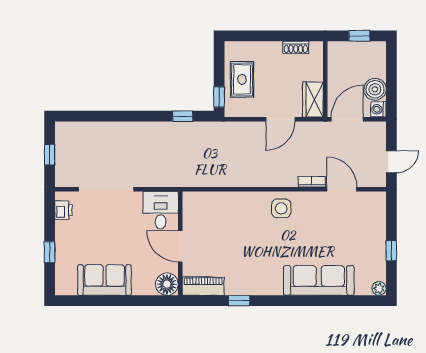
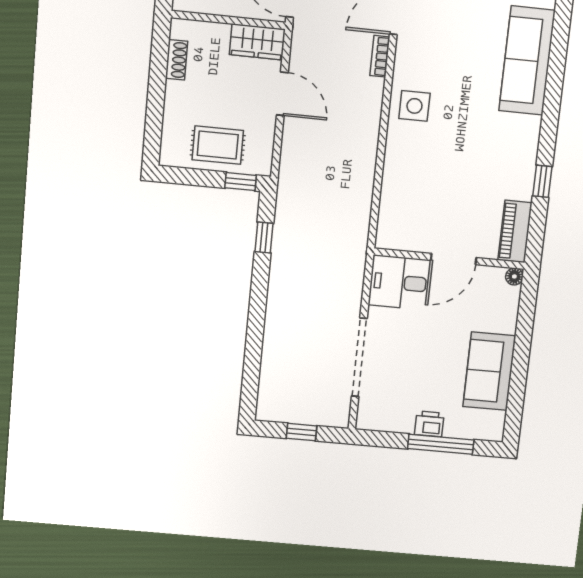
printer: (63, 210) -> (429, 424), moved
window: (50, 252) -> (441, 444), width x2.17
floor lamp: (167, 284) -> (514, 276), width x0.53, depth x0.53

